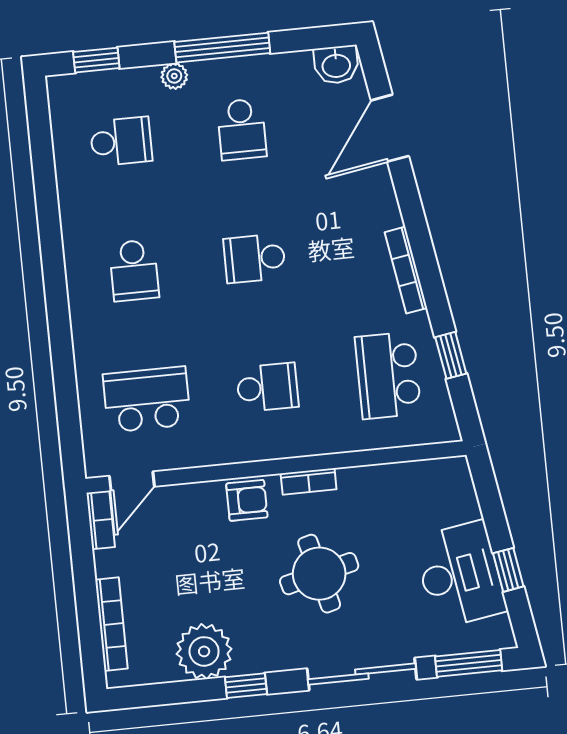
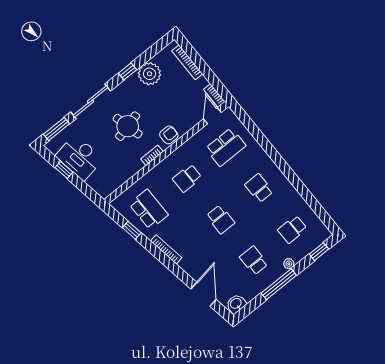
school desk: (255, 258) -> (220, 219), turned 90
armchair: (247, 500) -> (169, 135), turned 180

